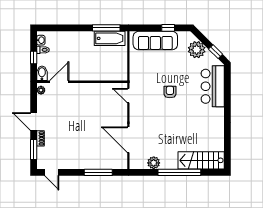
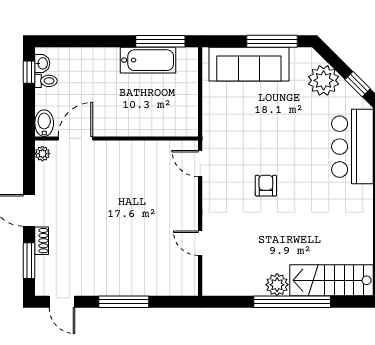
window: (168, 28) -> (272, 41), width x2.17
bathtub: (110, 38) -> (148, 60), moved
window: (34, 57) -> (29, 72), moved
armchair: (170, 92) -> (266, 186), moved
door: (128, 140) -> (200, 243), width x0.53
plant: (154, 163) -> (277, 285), moved
window: (98, 172) -> (124, 302), moved

